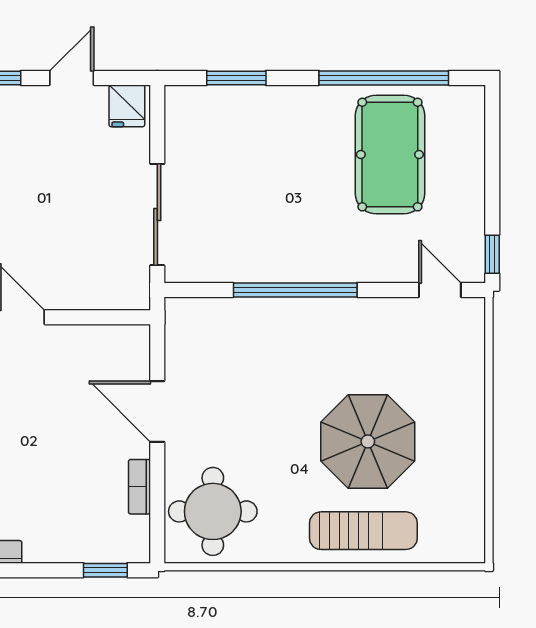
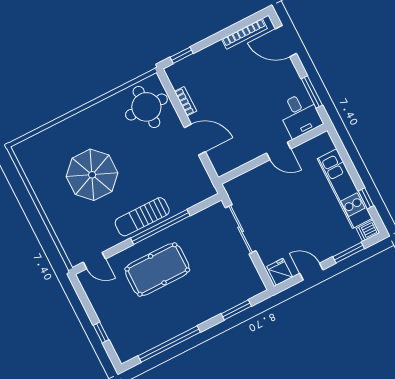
door: (72, 78) -> (311, 272), swing flipped
pool table: (390, 155) -> (157, 270), moved, turned 90
window: (492, 254) -> (101, 332), moved
sun lounger: (363, 531) -> (142, 217), moved

